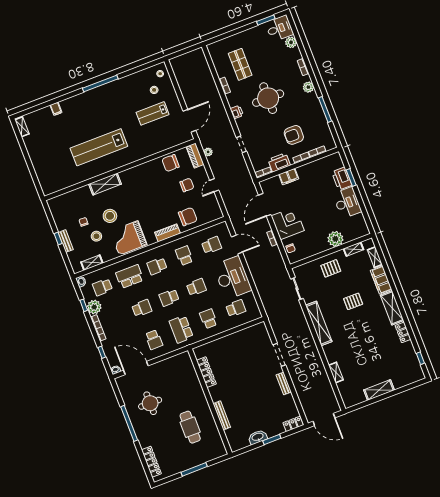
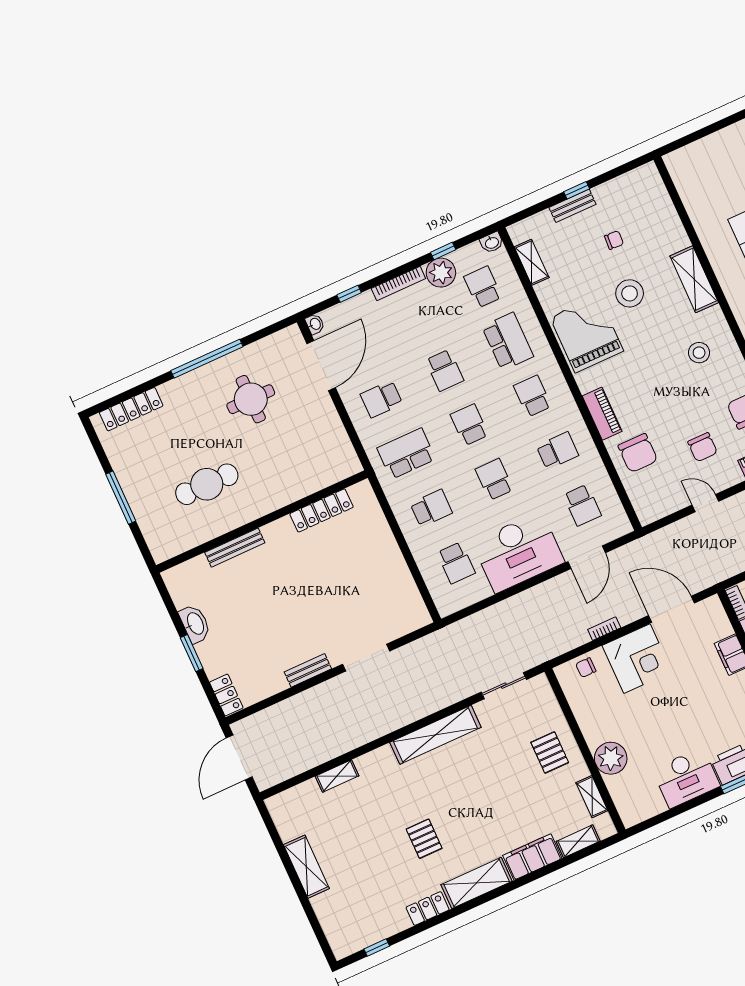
stool: (96, 236) -> (699, 353), moved
school desk: (196, 287) -> (494, 479), turned 180
pallet: (353, 301) -> (424, 839), moved

